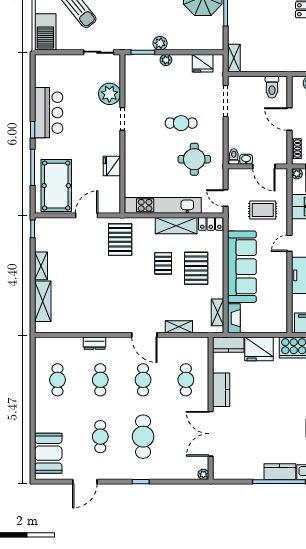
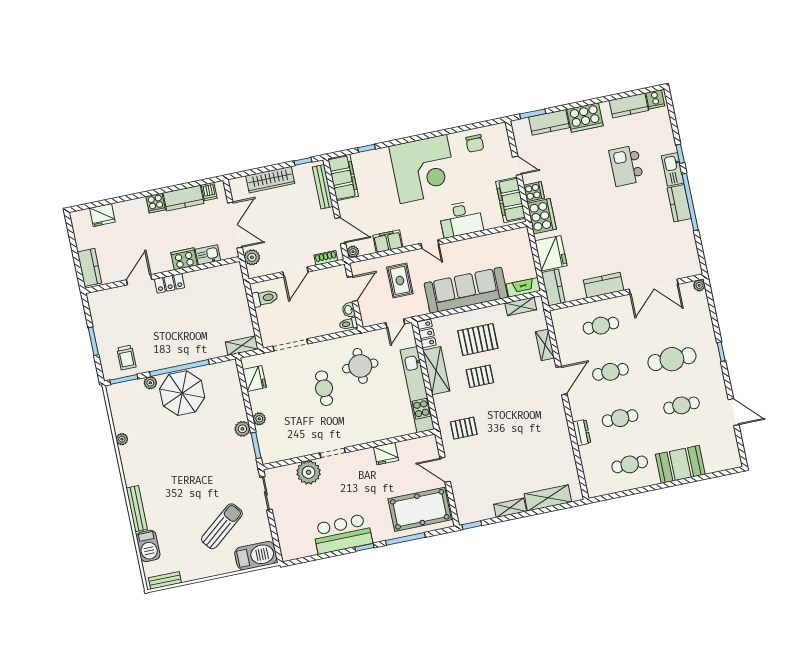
pallet: (120, 240) -> (464, 428), width x0.67, depth x0.71
booth: (48, 453) -> (680, 464), moved

